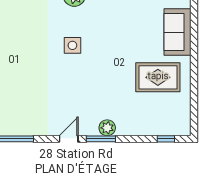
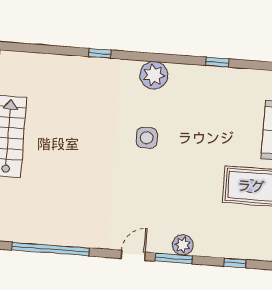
window: (166, 139) -> (235, 263), moved

